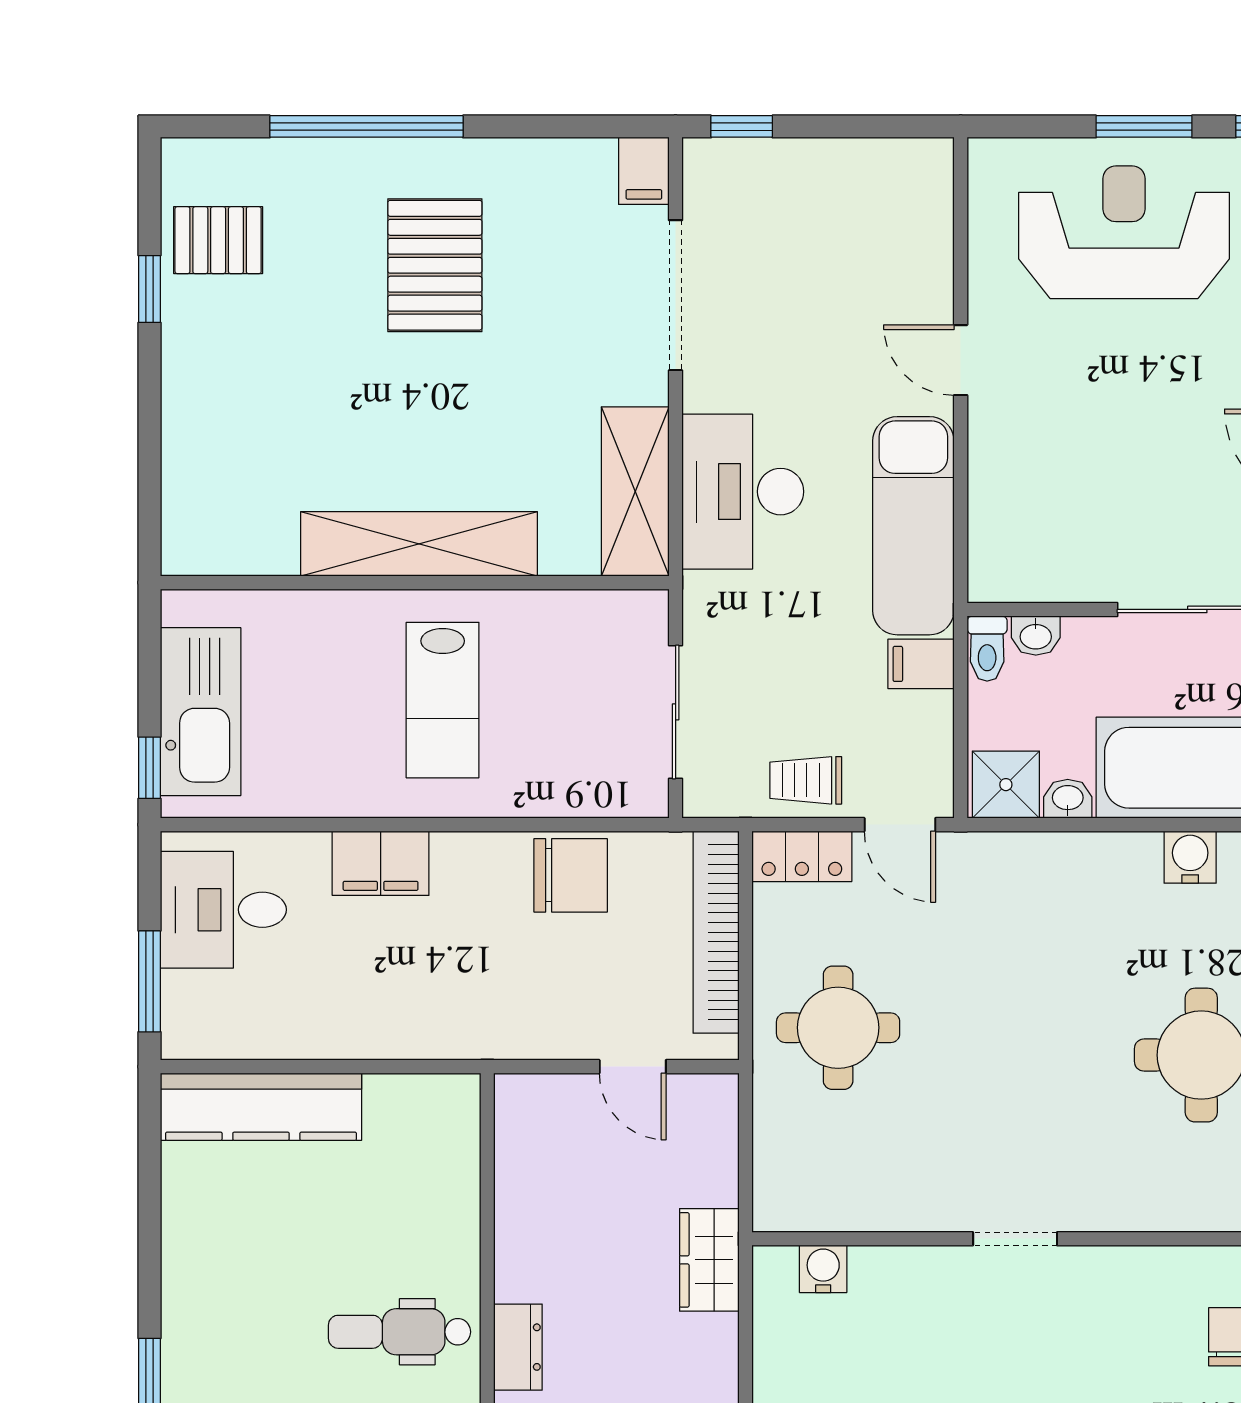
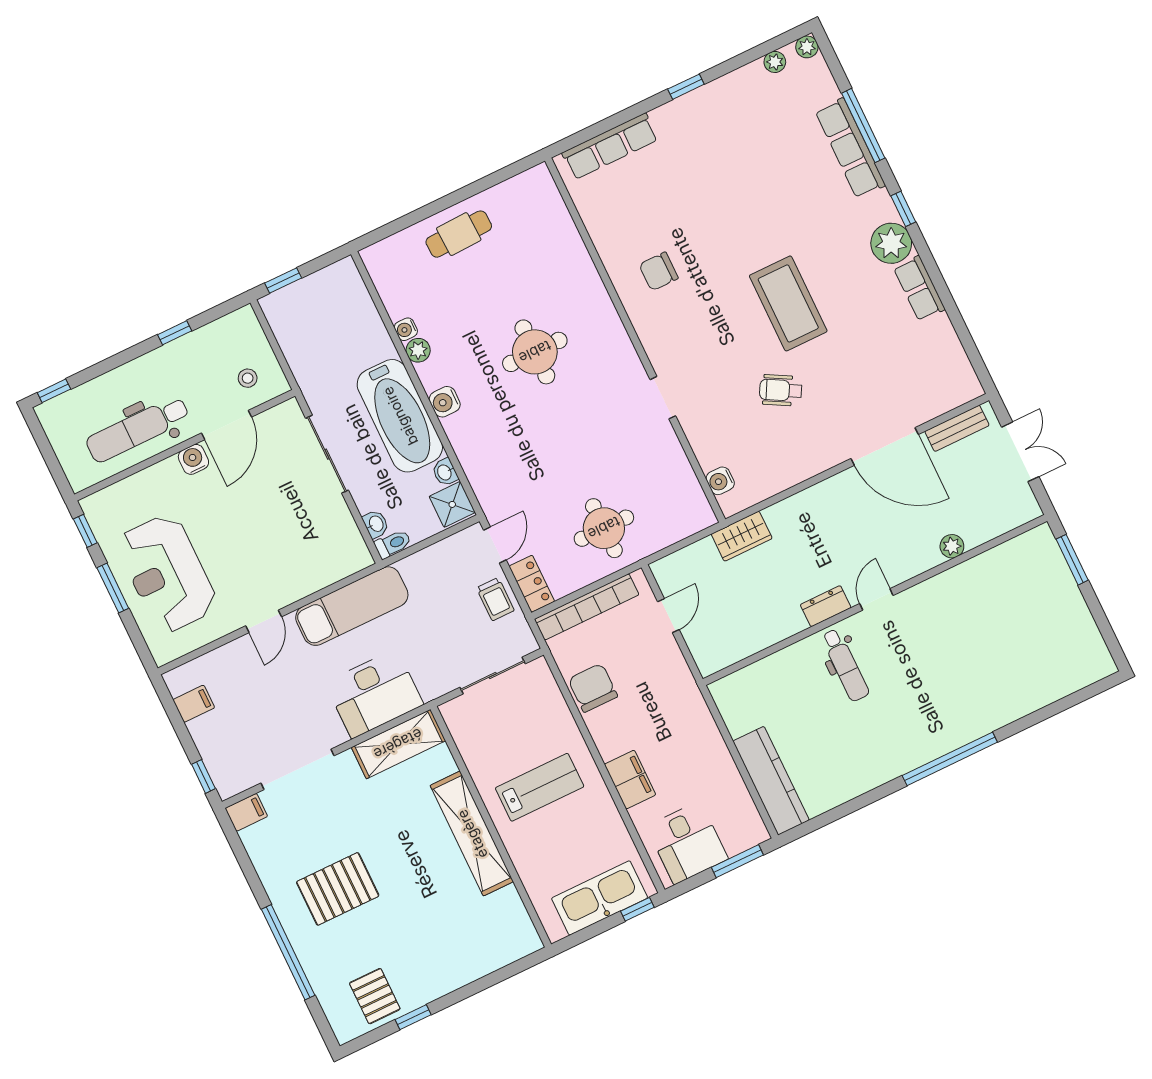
filing cabinet: (921, 664) -> (194, 704), moved, turned -90

